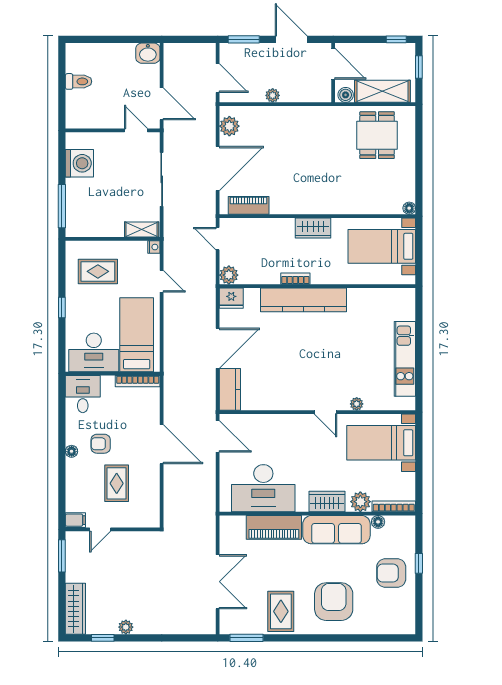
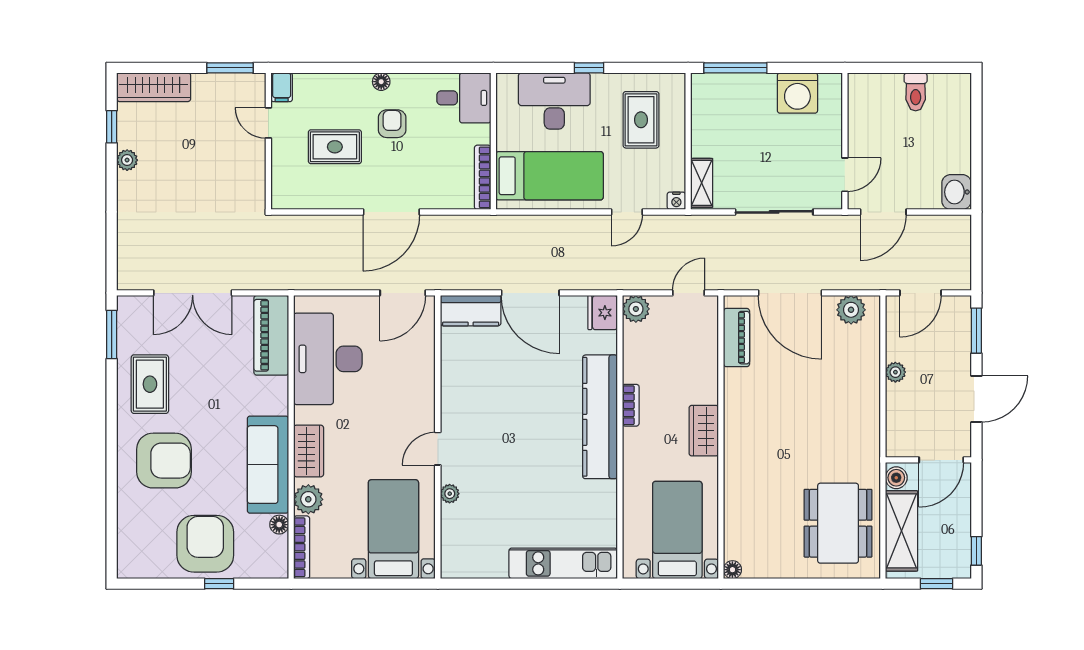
dining table: (377, 135) -> (838, 523), width x1.38
desk: (94, 352) -> (554, 101), moved, turned 90
kitchen unit: (405, 359) -> (563, 563), moved
piano: (274, 527) -> (271, 335), moved
armchair: (391, 573) -> (205, 544), width x1.36, depth x1.36
rug: (281, 611) -> (150, 384), turned 90

